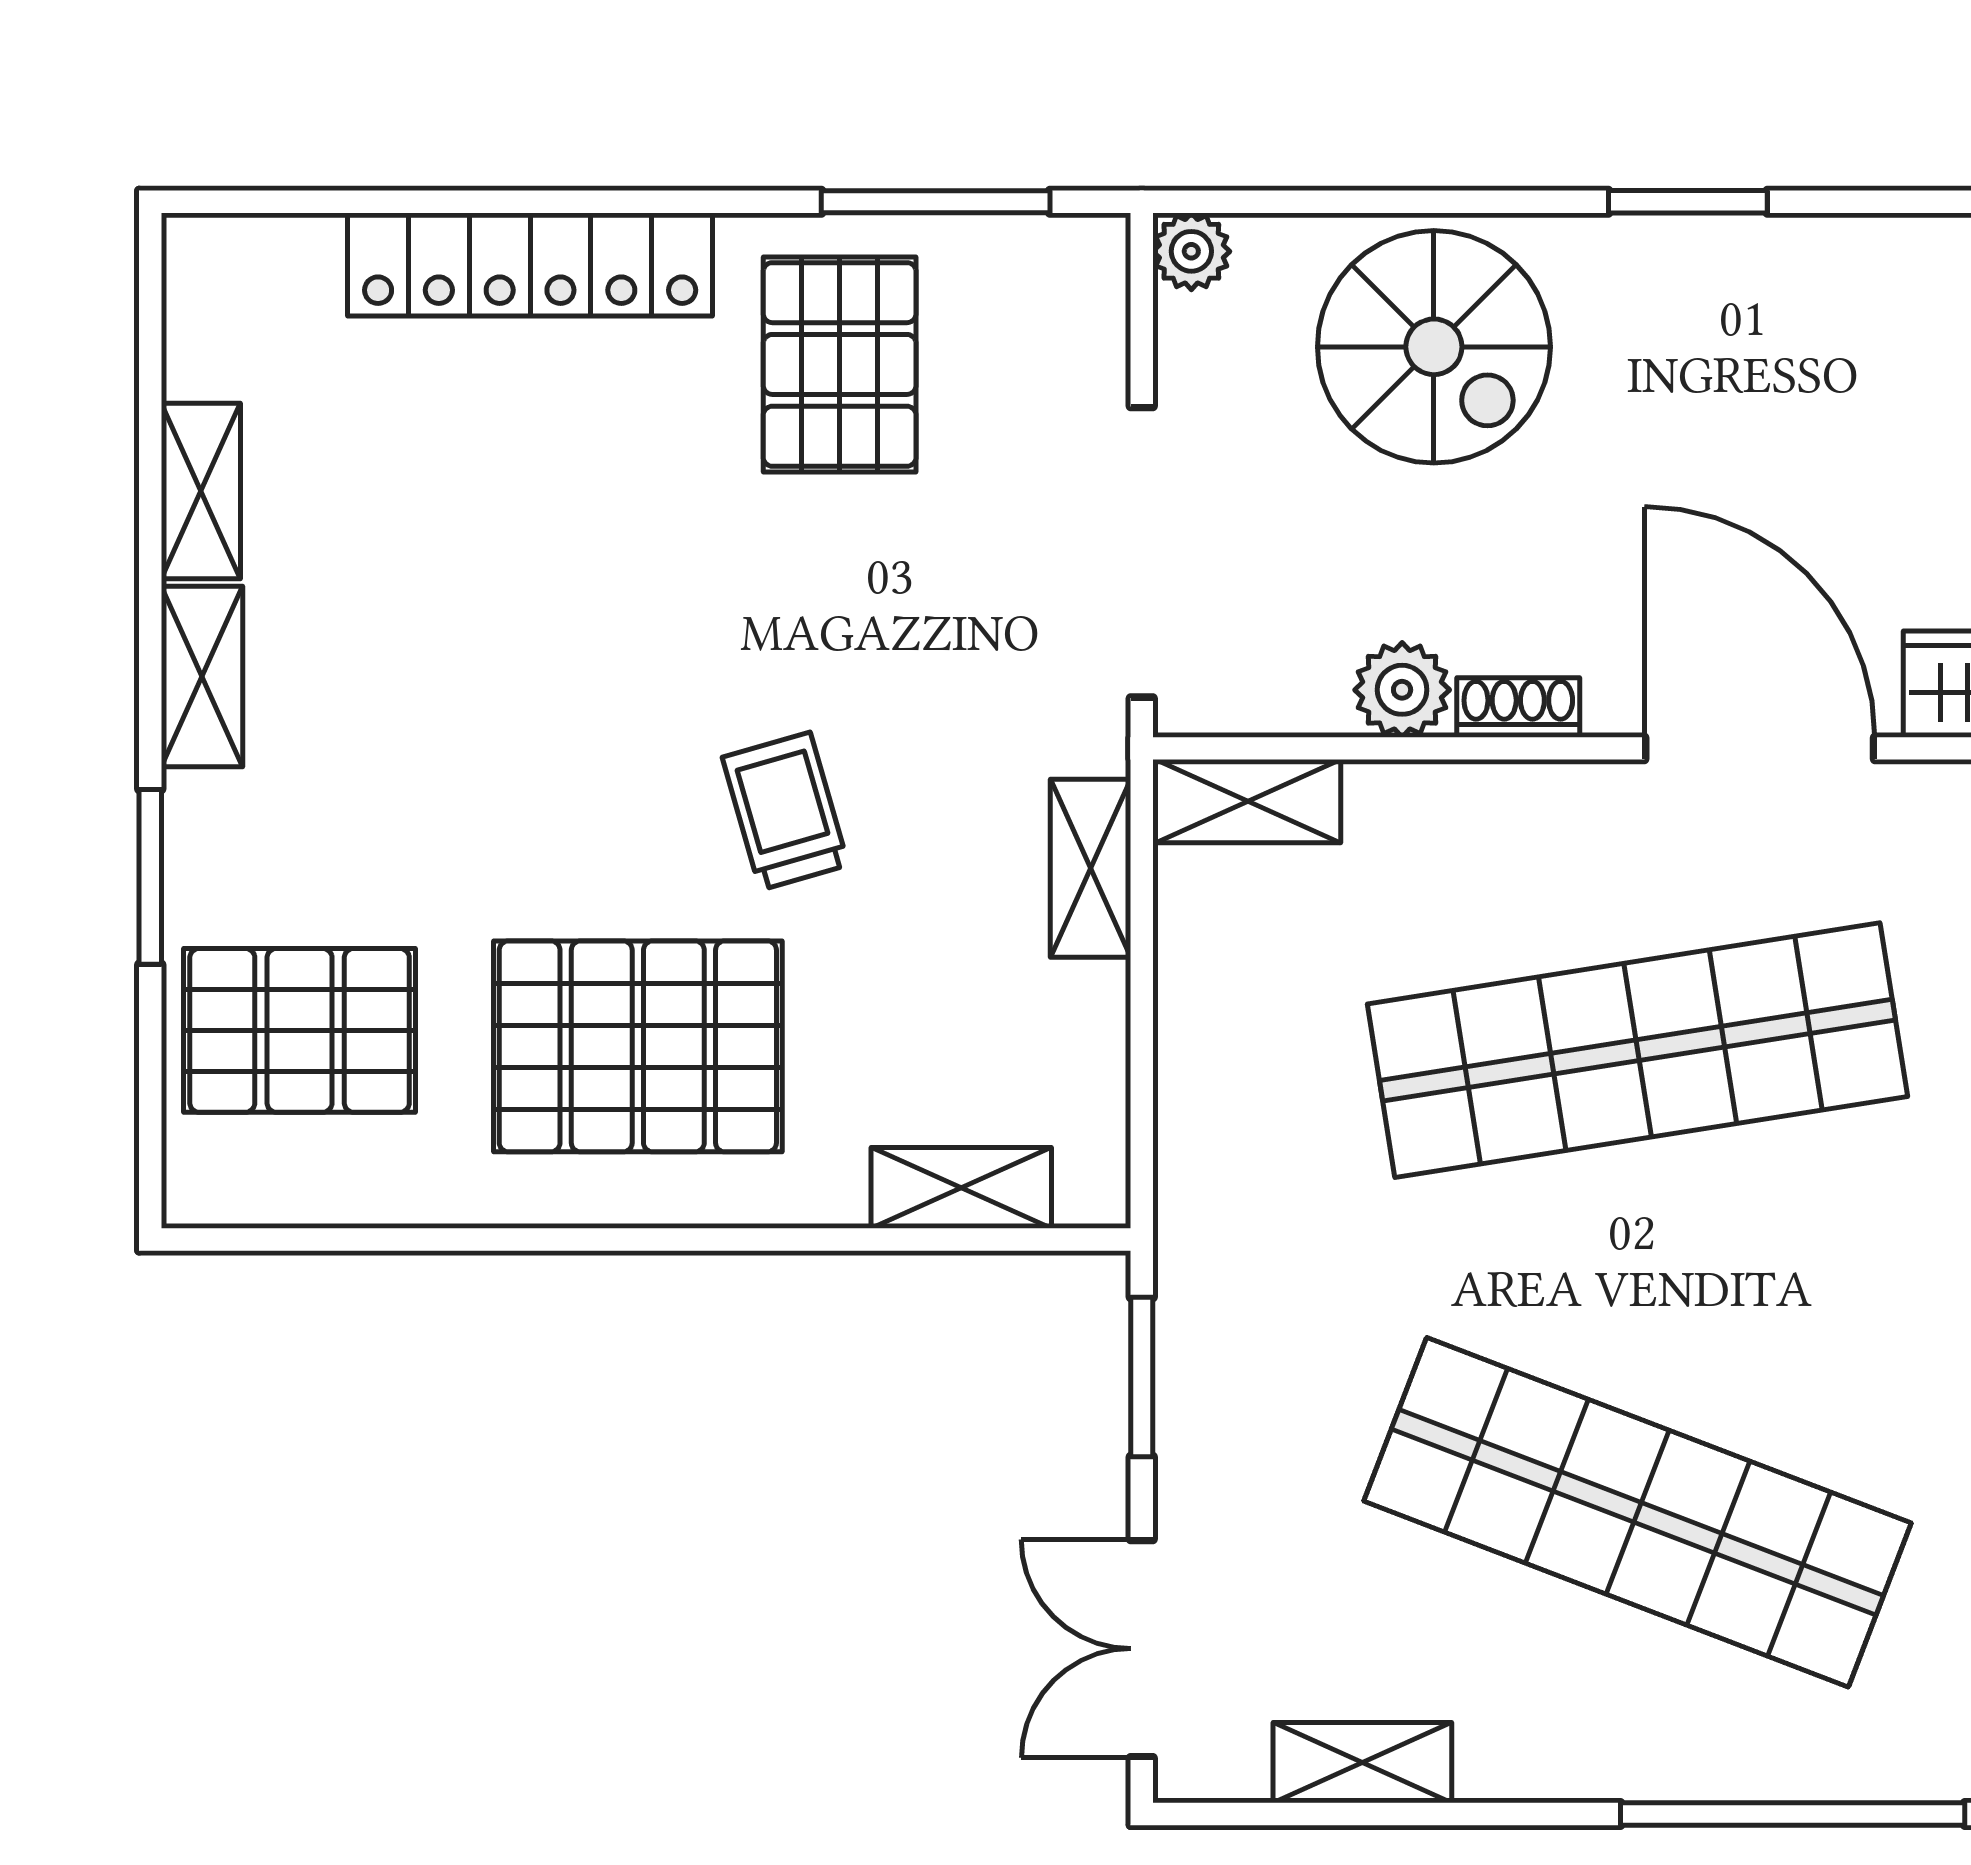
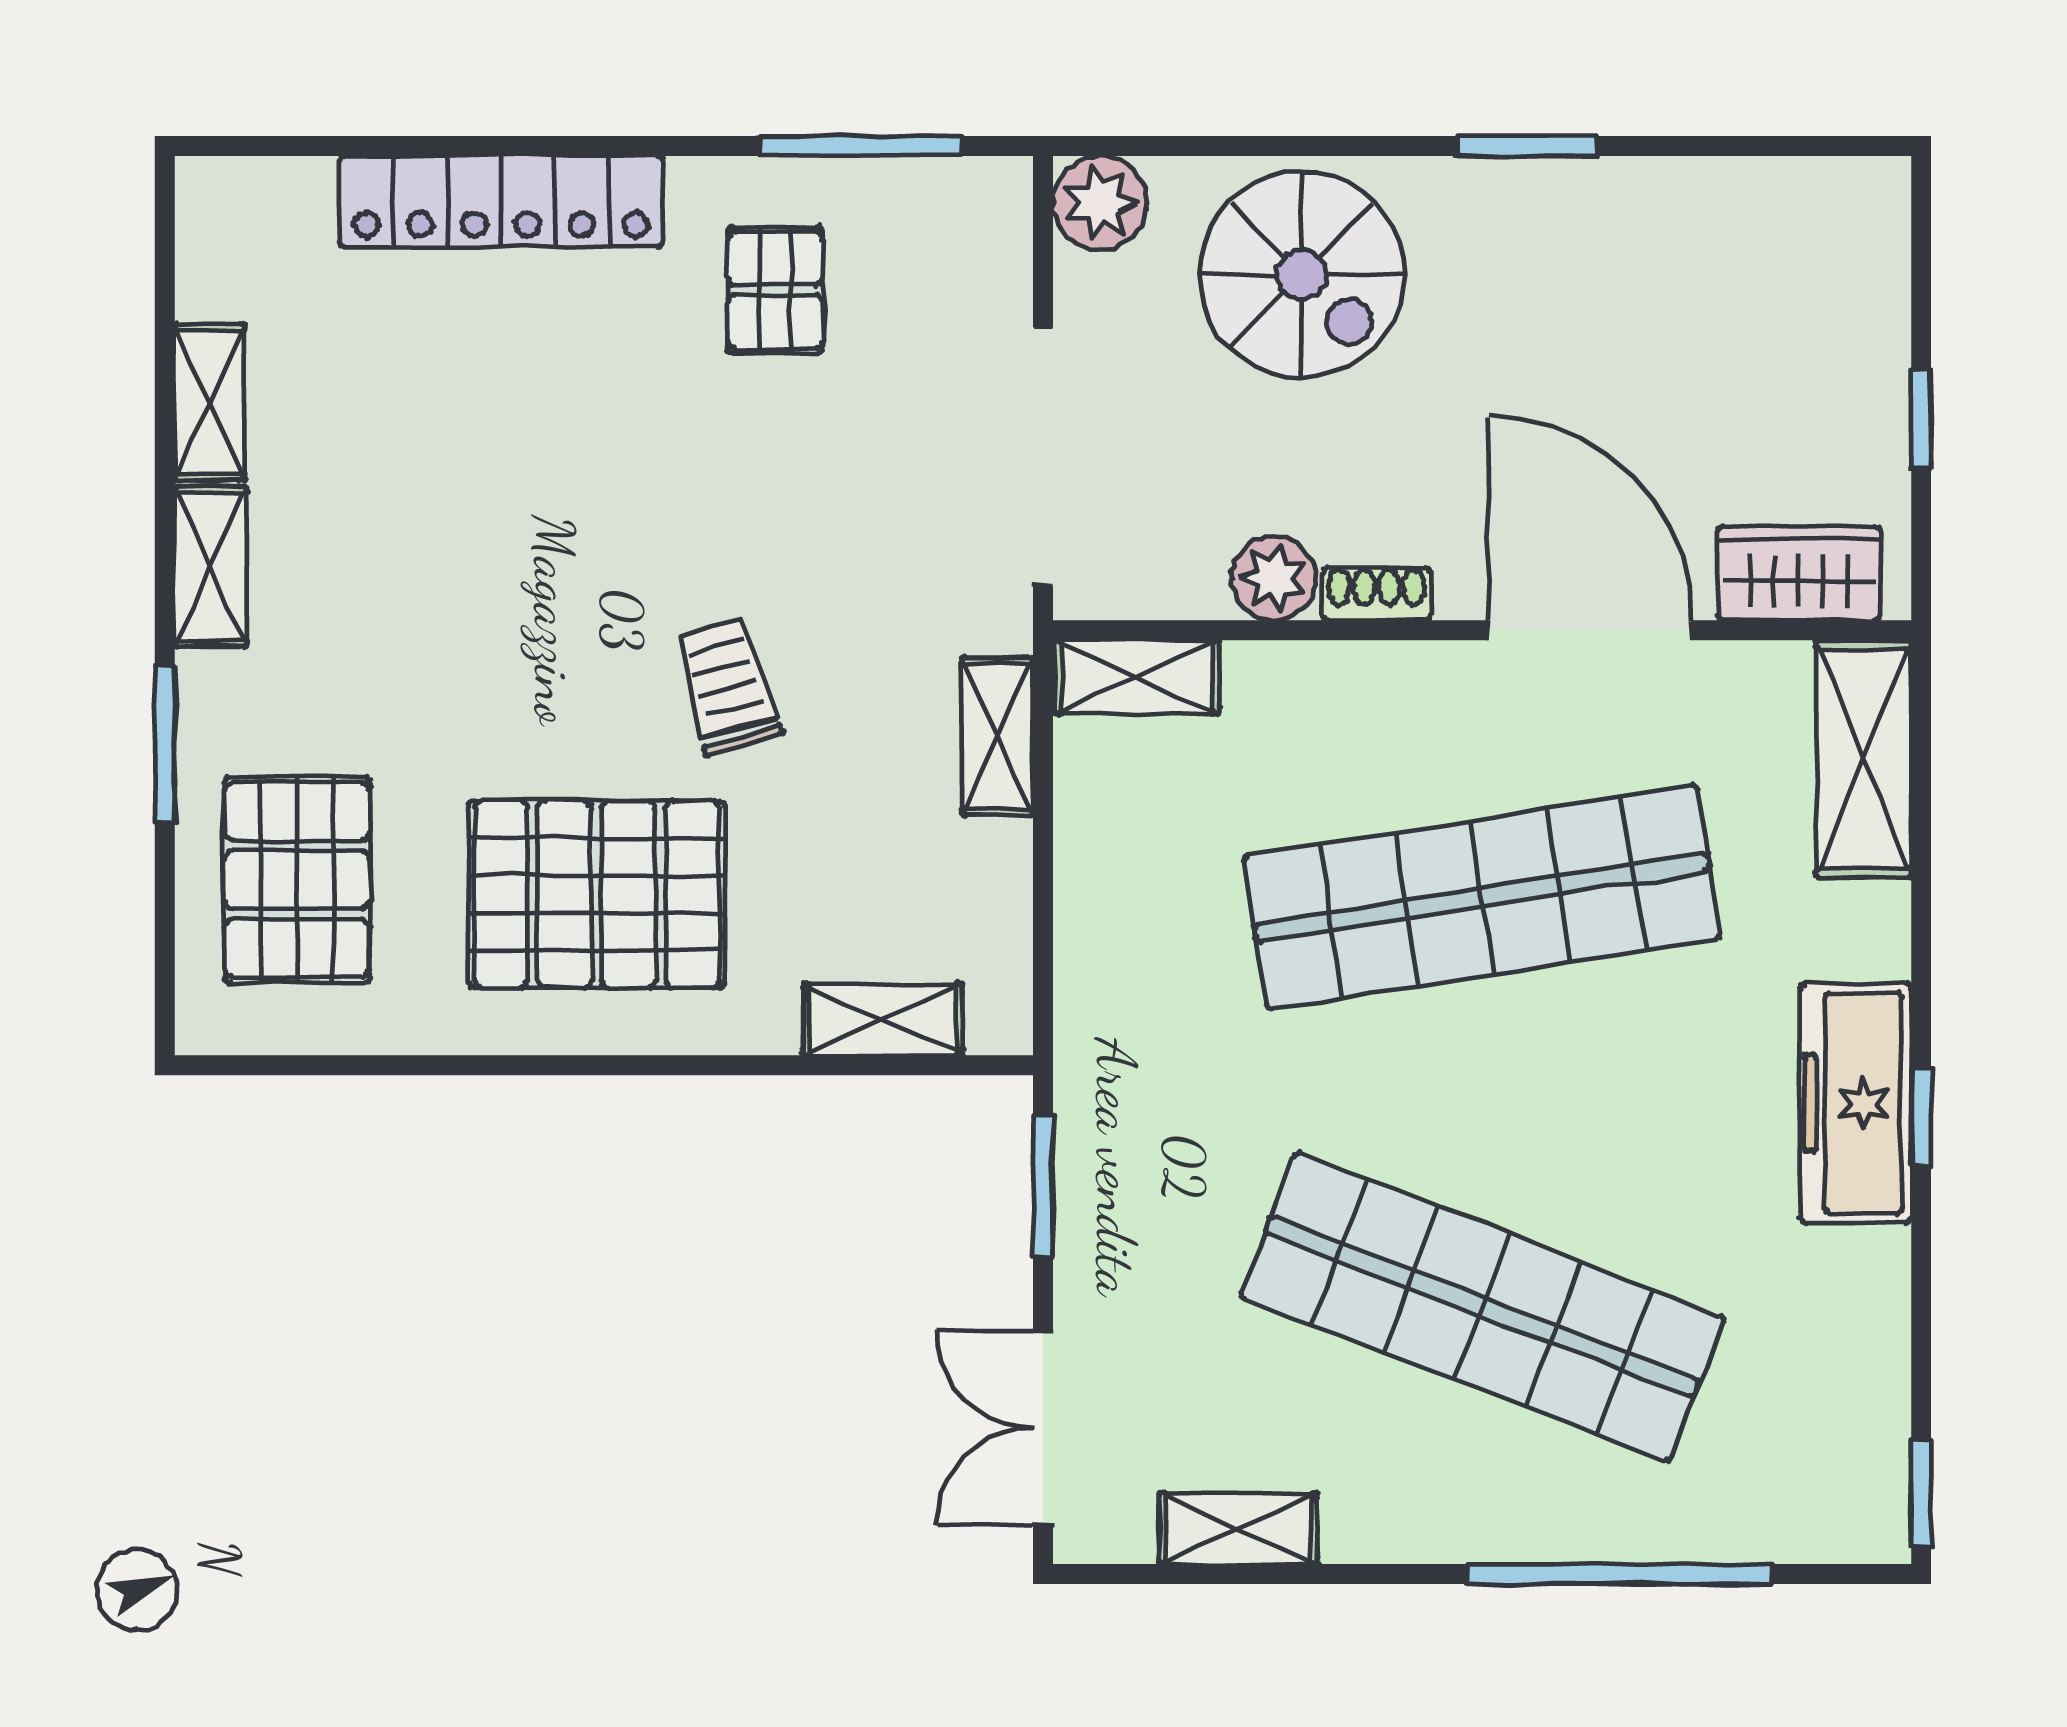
plant: (1191, 251) -> (1100, 203), width x1.38, depth x1.38
pallet: (840, 364) -> (775, 290), width x0.67, depth x0.71
pallet: (300, 1030) -> (297, 880), turned 90

